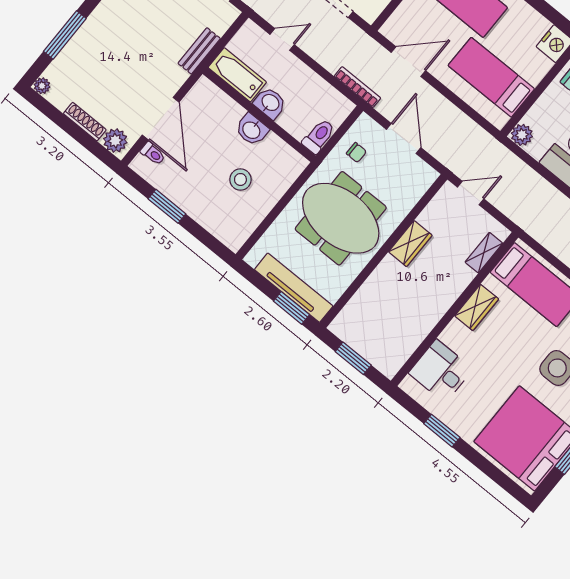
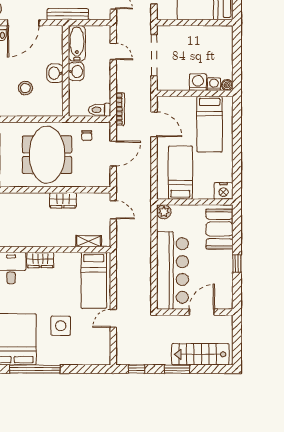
bench: (199, 51) -> (68, 14), width x1.36
toilet: (319, 136) -> (100, 110), moved, turned 180
wardrobe: (477, 307) -> (40, 260), moved

